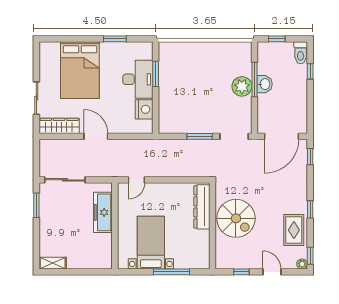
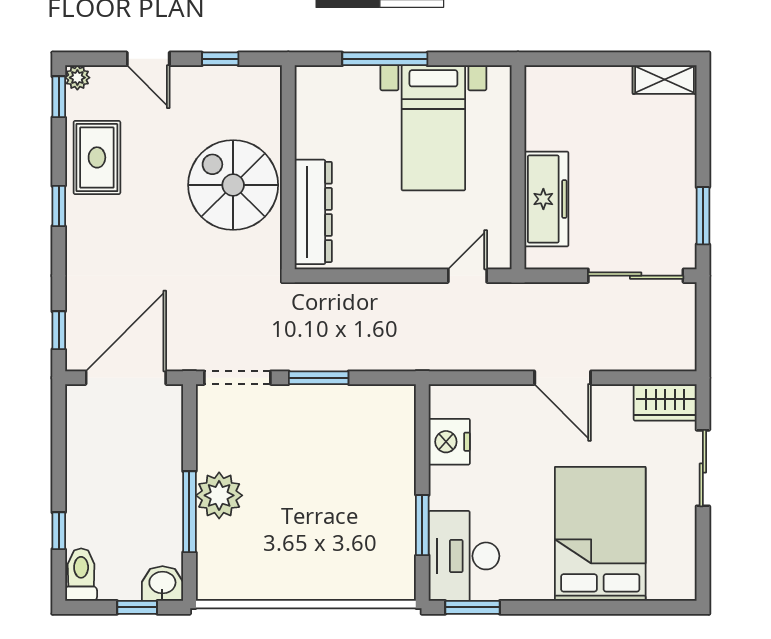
window: (115, 39) -> (473, 607), moved
desk: (138, 79) -> (464, 556), moved
washbasin: (265, 84) -> (162, 584), moved, turned 90
wardrobe: (59, 126) -> (665, 402), width x0.67

